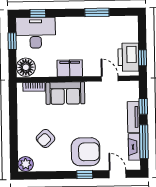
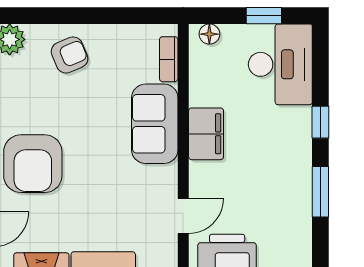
window: (38, 13) -> (320, 122), moved
floor lamp: (26, 67) -> (209, 34), width x0.53, depth x0.53
armchair: (45, 139) -> (70, 55), moved, turned 110

